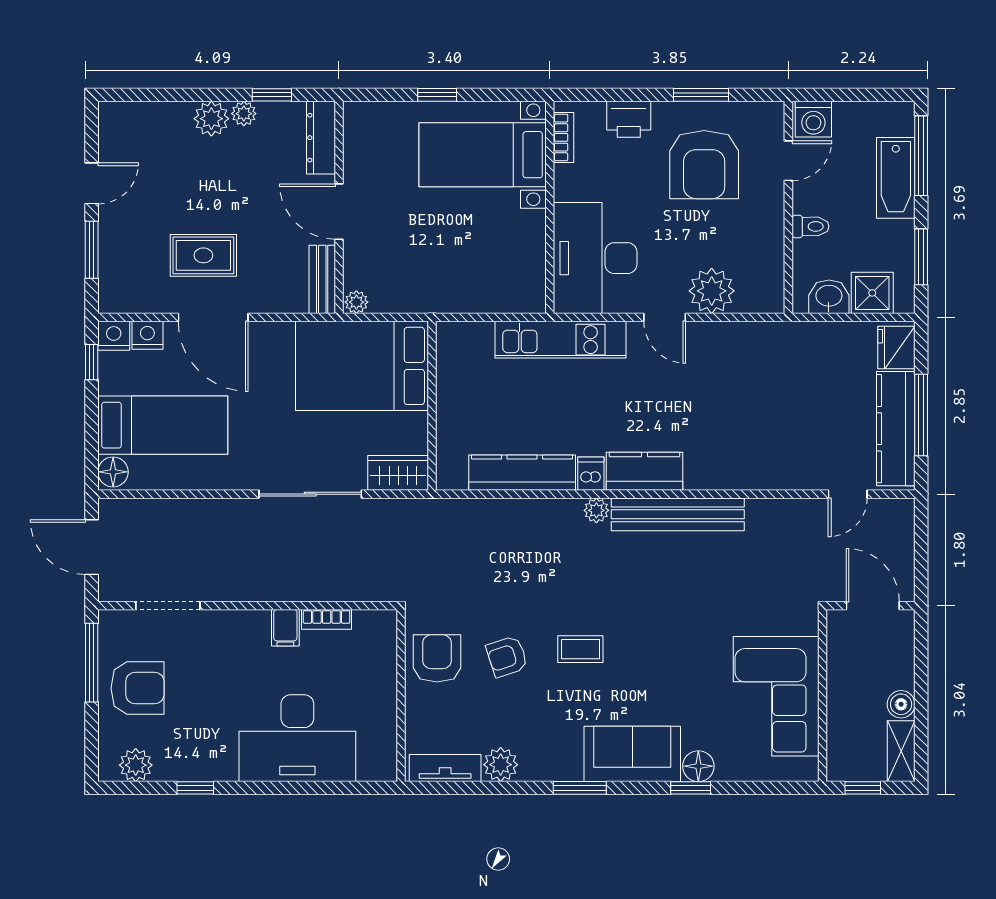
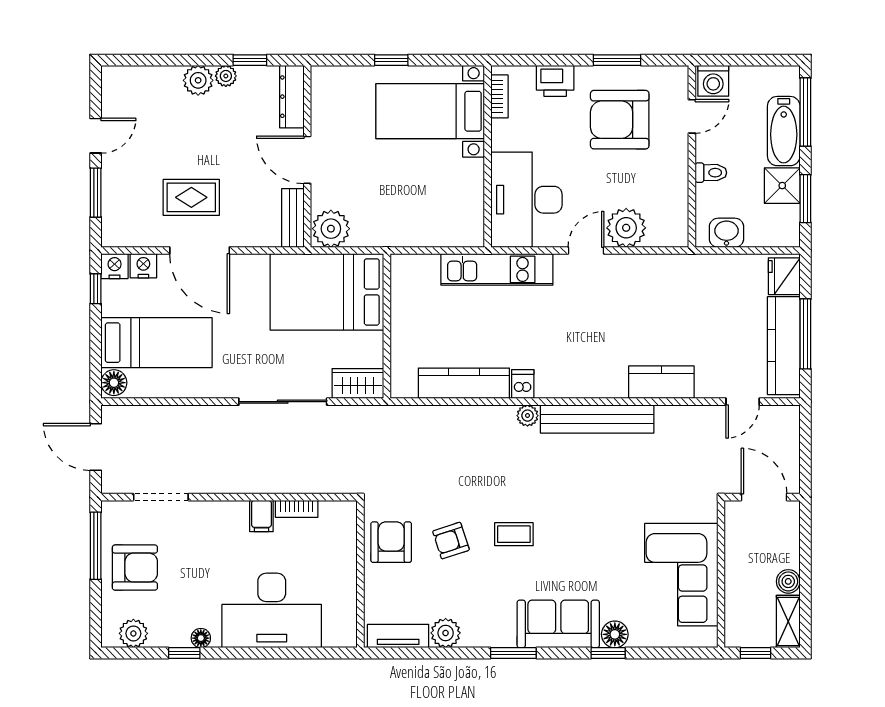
armchair: (704, 165) -> (620, 120), turned 90
shower: (872, 293) -> (782, 186), moved
plant: (356, 302) -> (331, 229), width x1.87, depth x1.87
door: (665, 317) -> (586, 250), swing flipped
kitchen counter: (645, 471) -> (661, 382), moved
floor lamp: (215, 770) -> (201, 638), added

